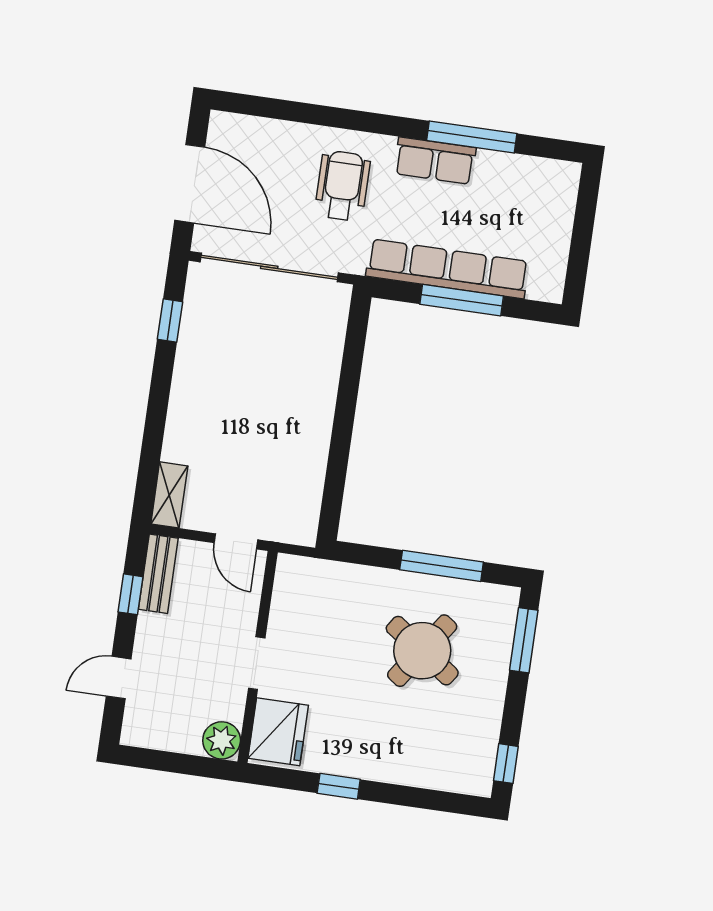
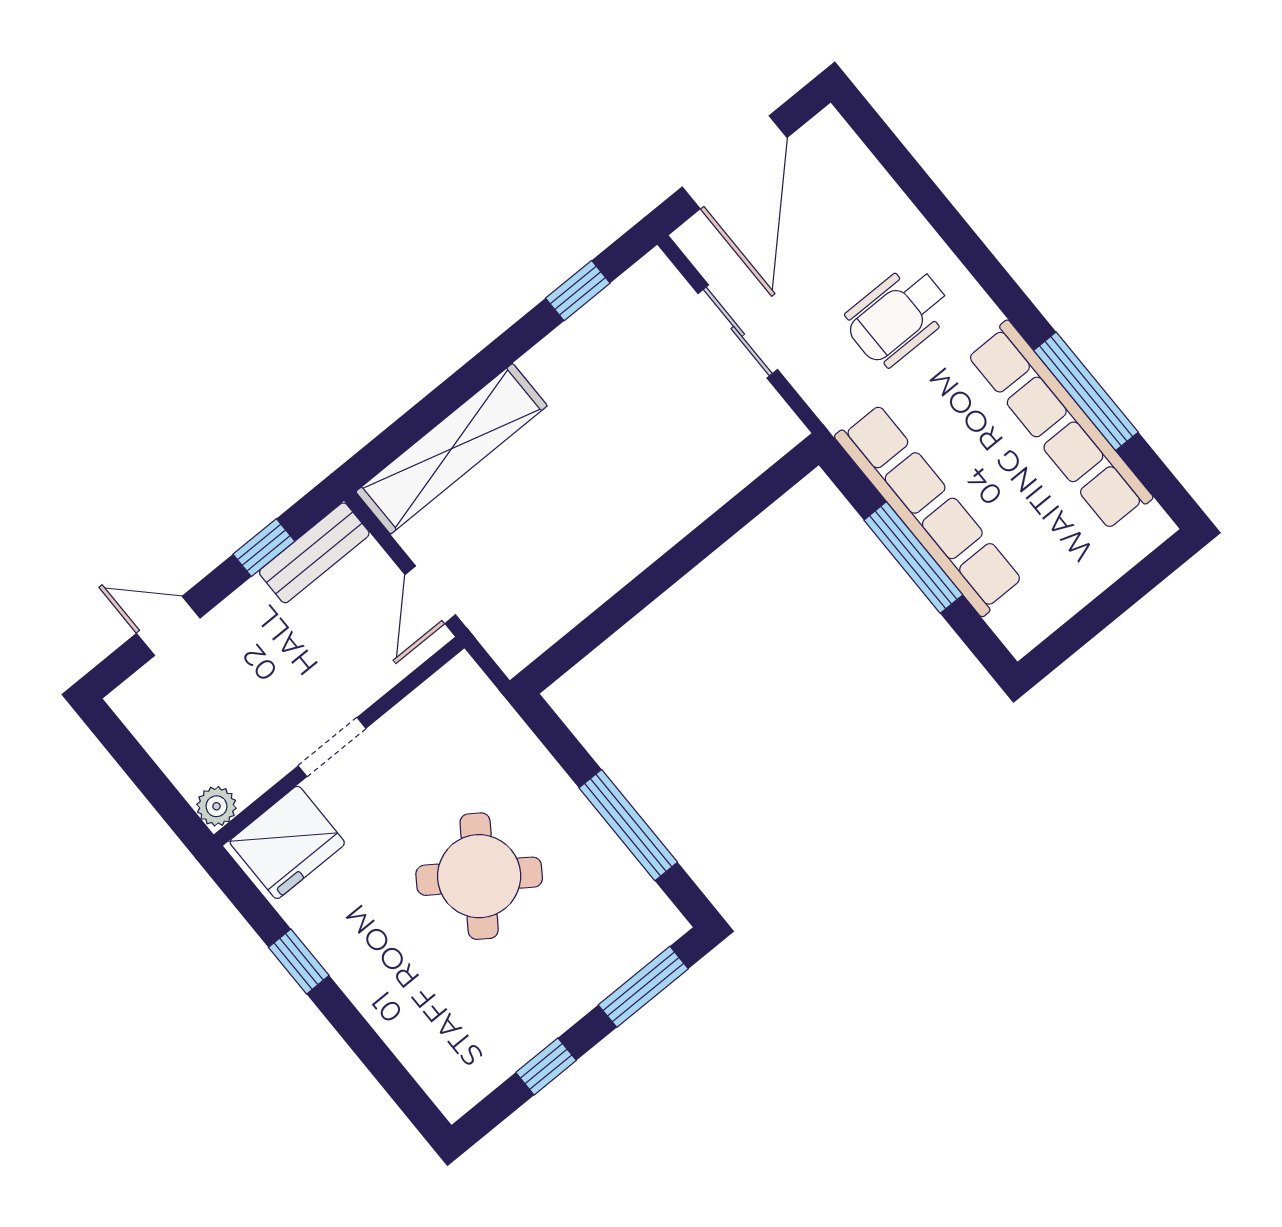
row of seats: (435, 161) -> (1060, 426), width x2.02
wheelchair: (342, 186) -> (898, 316), turned 180
sliding door: (269, 267) -> (738, 331), width x0.54
shelving: (169, 495) -> (451, 449), width x2.20, depth x1.33
round table: (422, 651) -> (479, 876), moved
plant: (222, 740) -> (217, 806), width x0.73, depth x0.73
window: (506, 764) -> (546, 1066), moved

